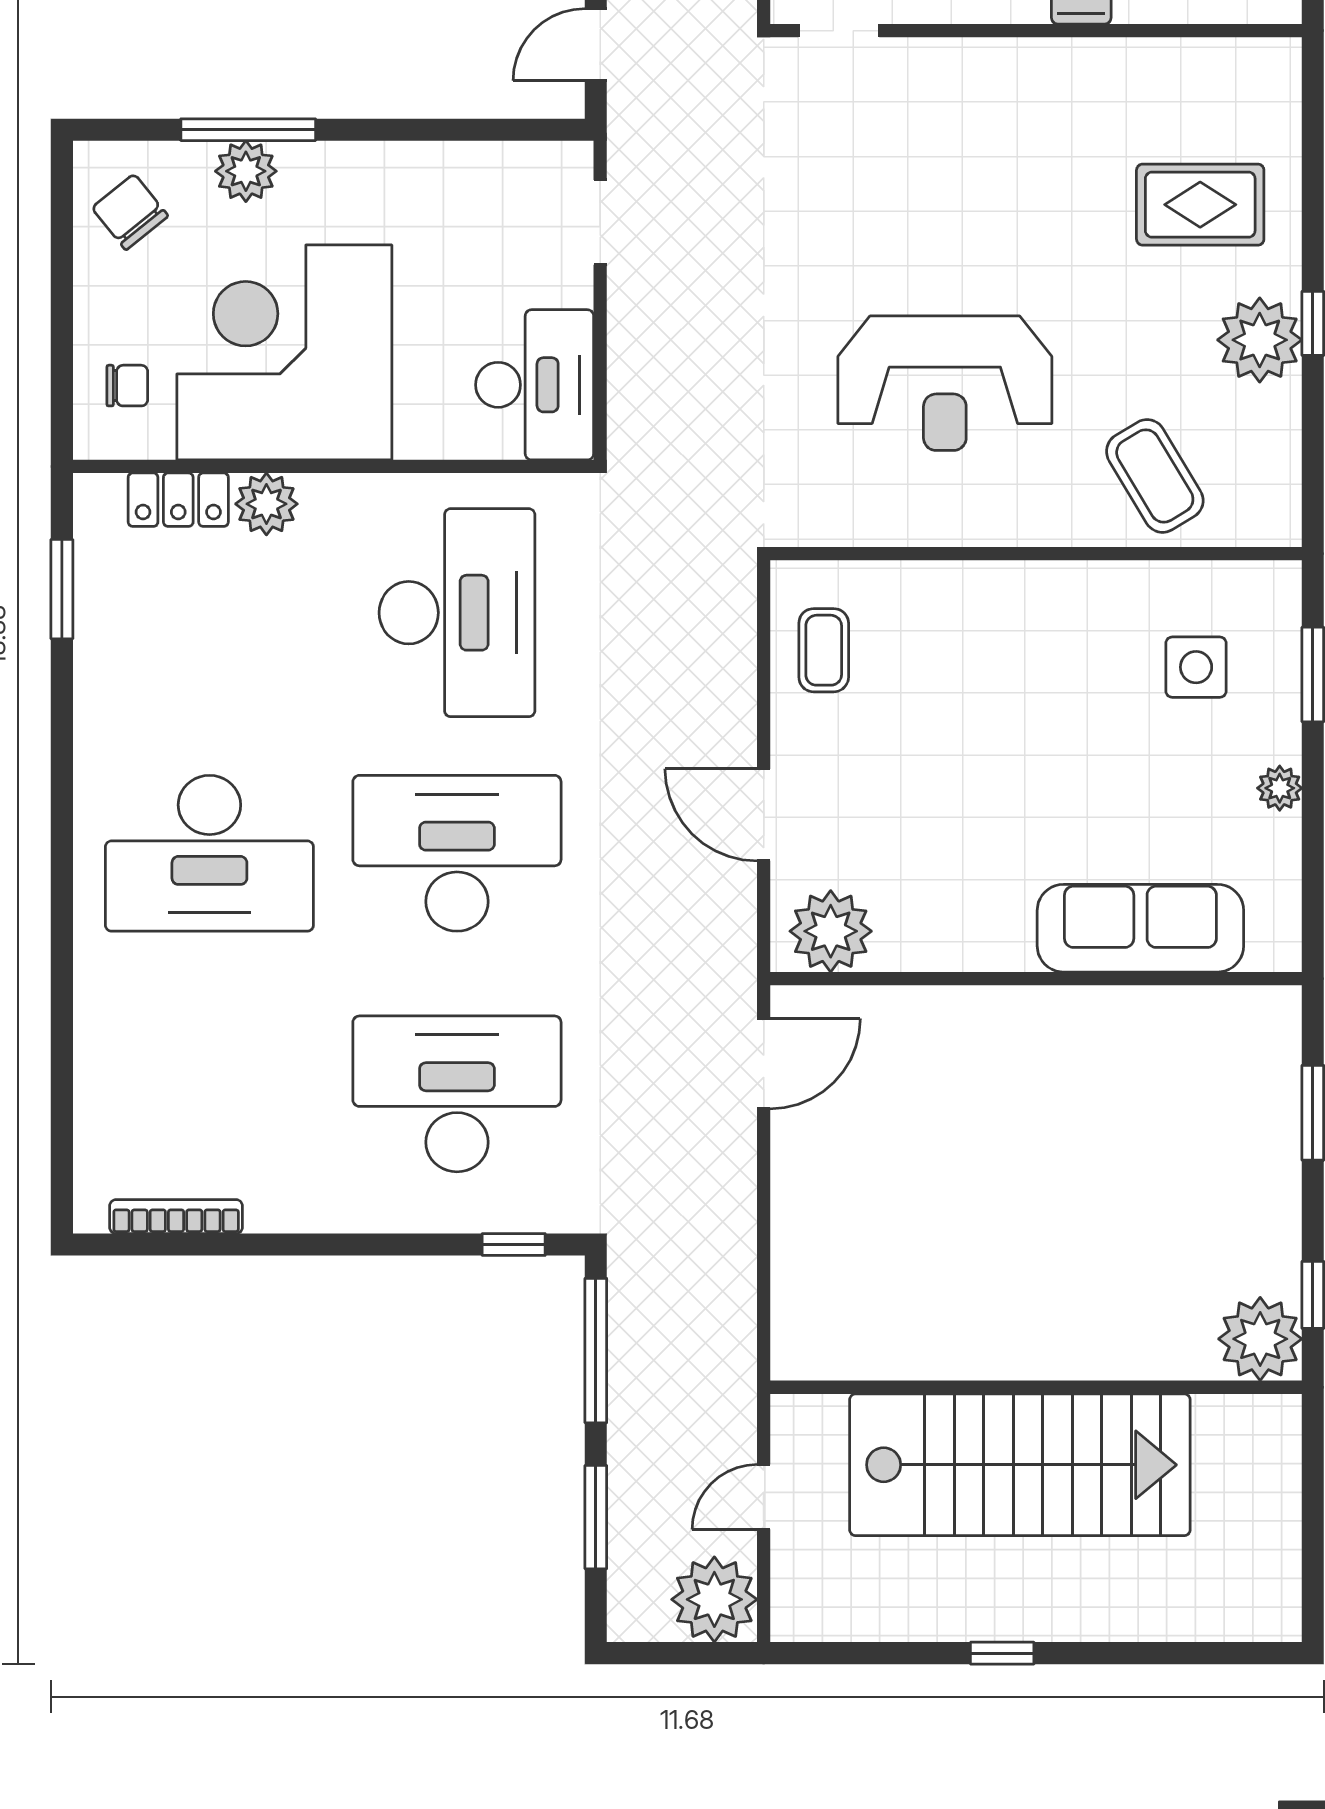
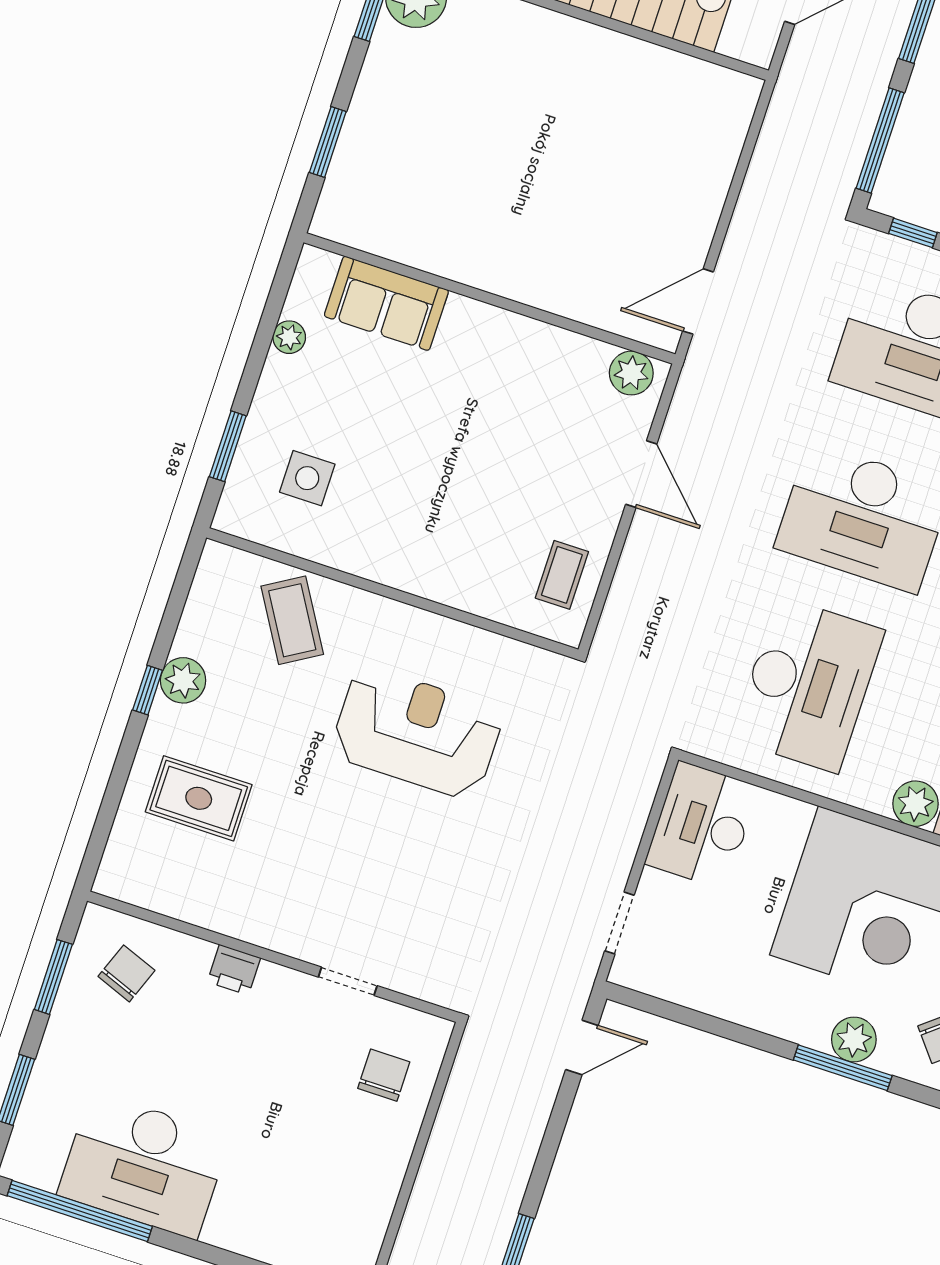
doorway: (839, 31) -> (348, 981), moved
plant: (1260, 340) -> (183, 680), width x0.73, depth x0.73
desk: (457, 613) -> (808, 685), turned 180
plant: (1280, 788) -> (289, 337), moved
sofa: (1140, 928) -> (386, 303), width x0.73
plant: (831, 931) -> (631, 373), width x0.73, depth x0.73

